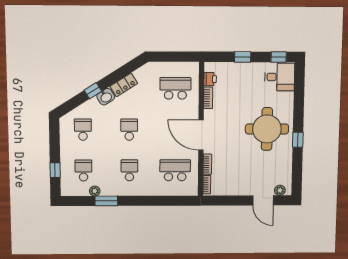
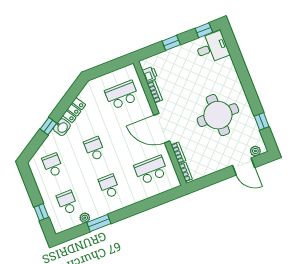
round table: (267, 129) -> (218, 115), moved
window: (298, 140) -> (262, 121), moved

